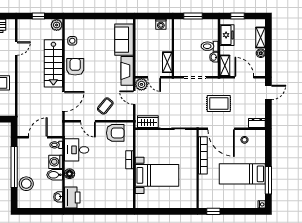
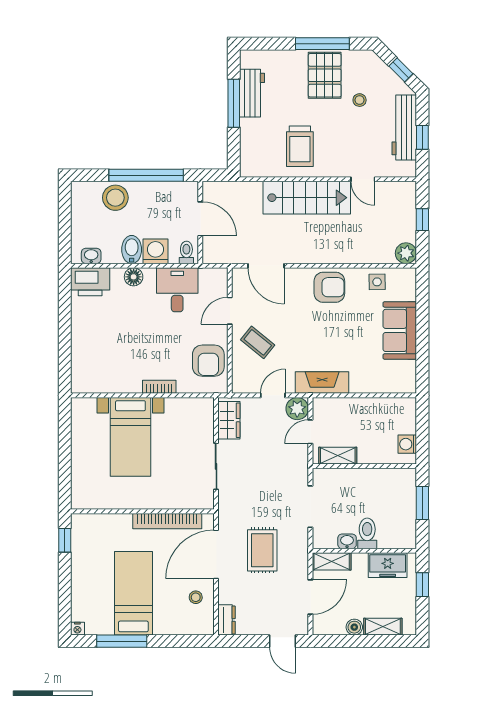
sofa: (124, 40) -> (400, 330), moved, turned -90
stairs: (53, 63) -> (307, 198), moved, turned 180

